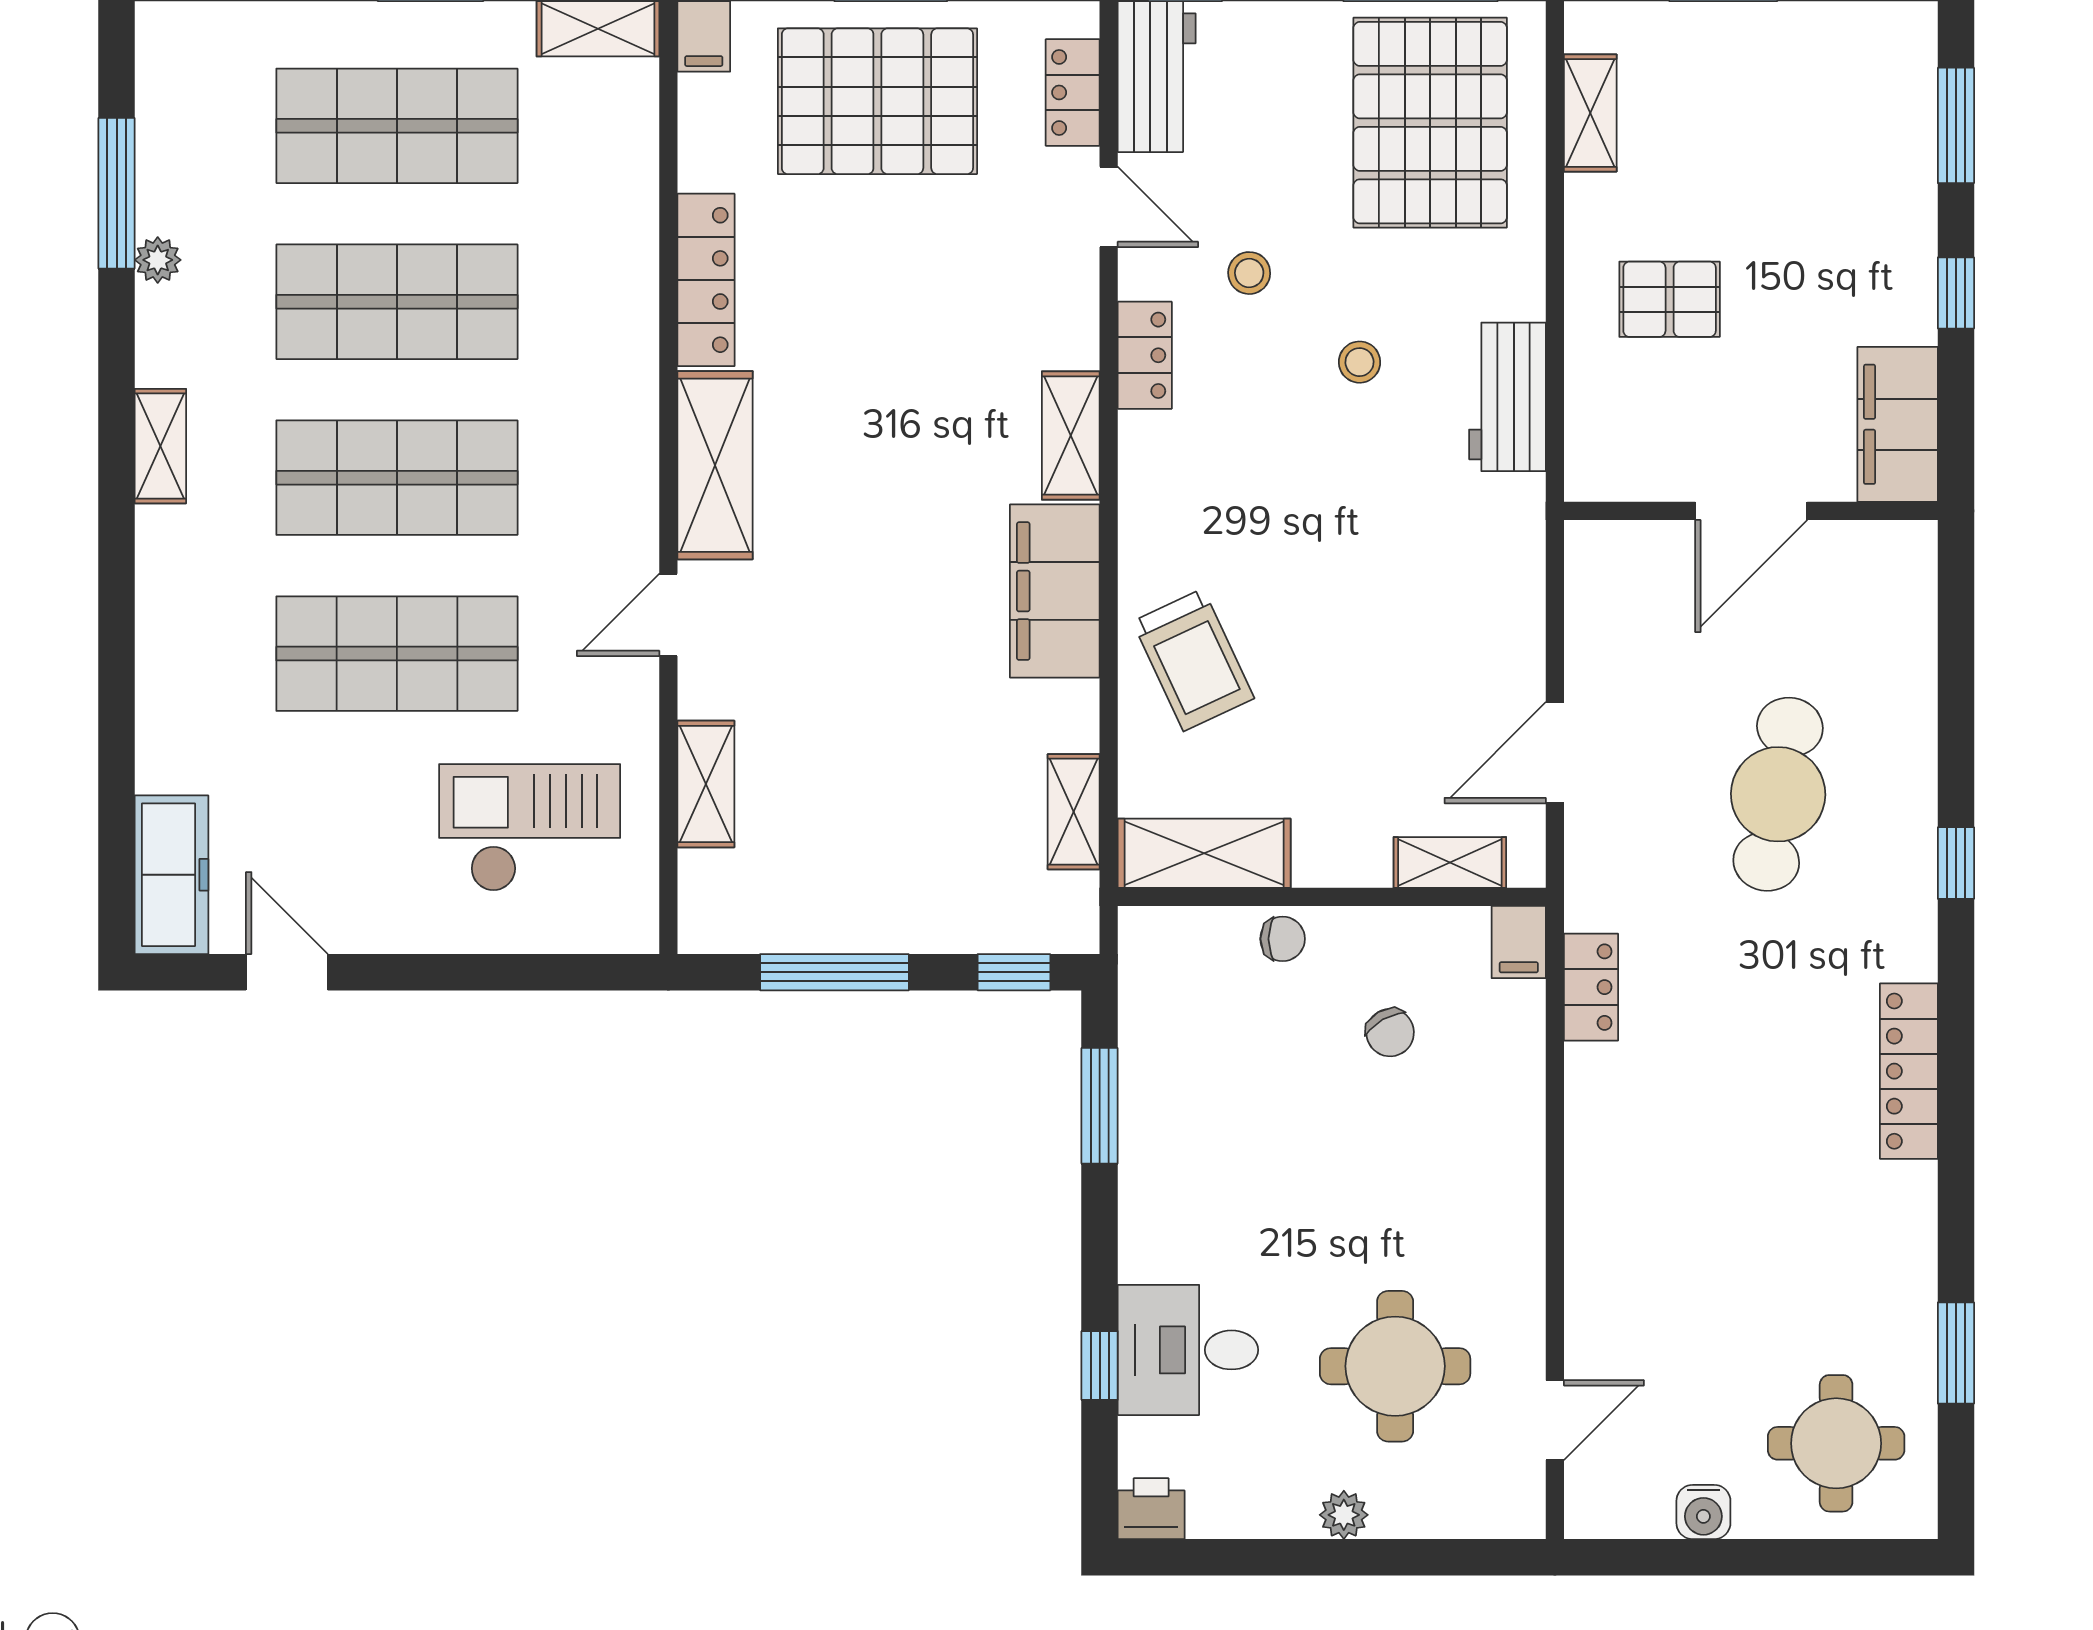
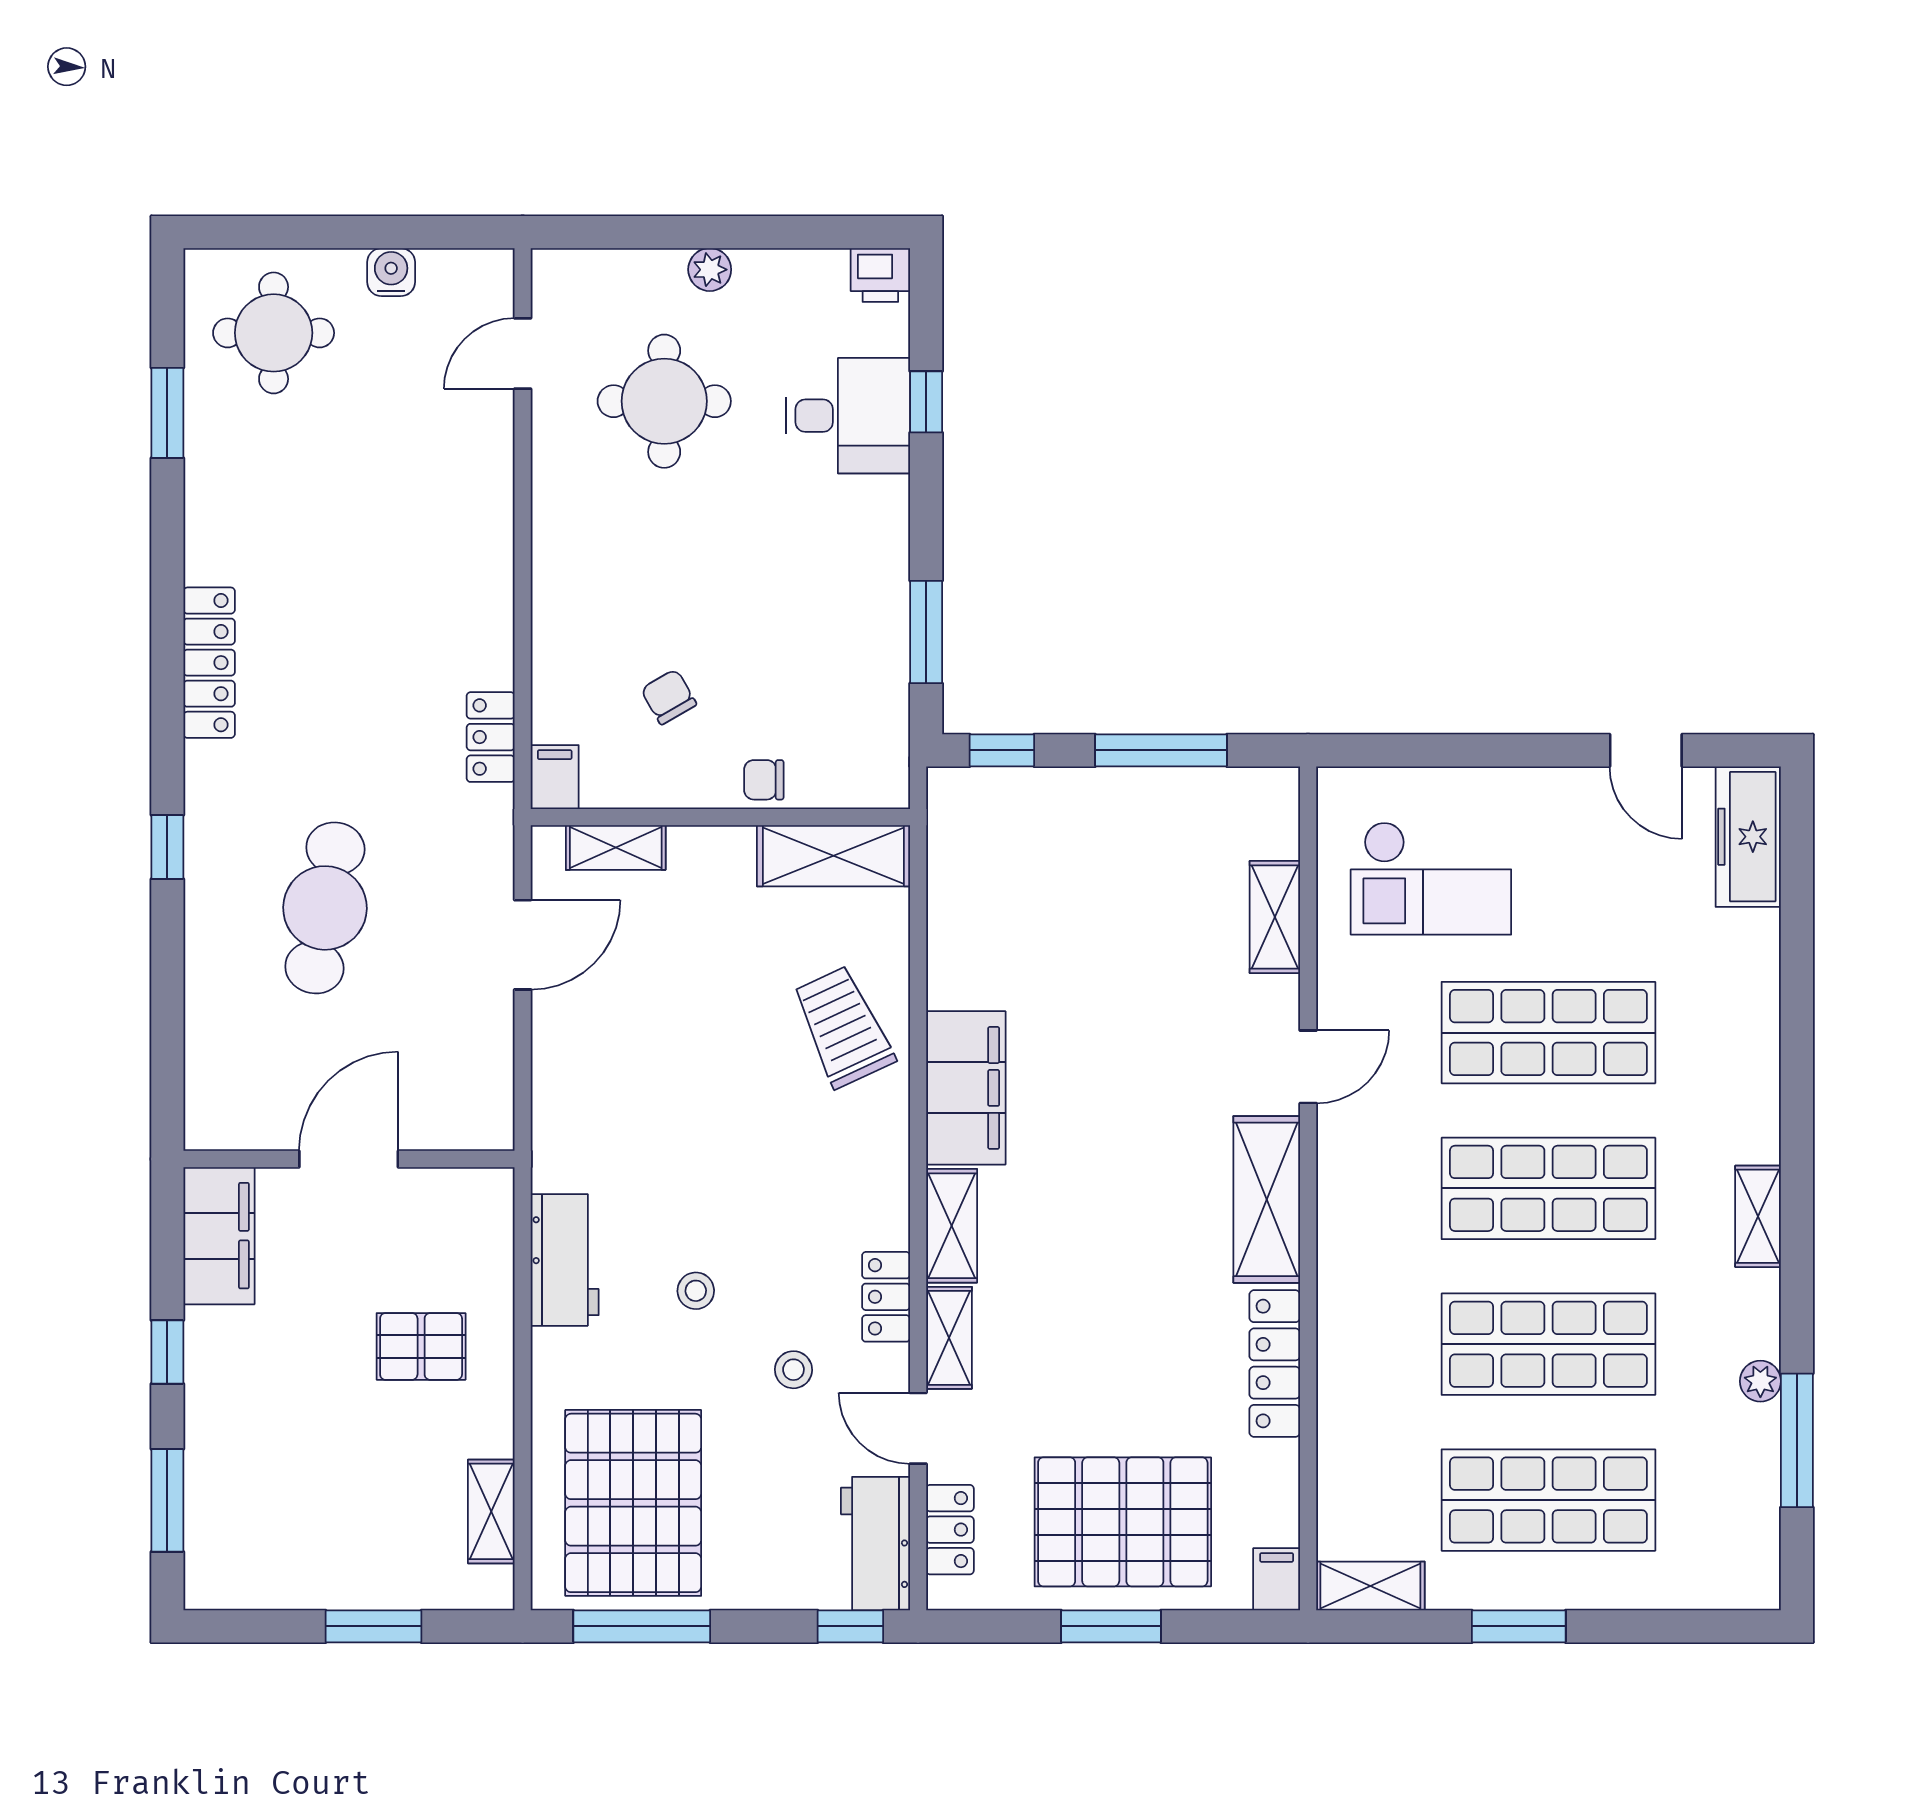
shelving: (1074, 812) -> (949, 1338), moved

